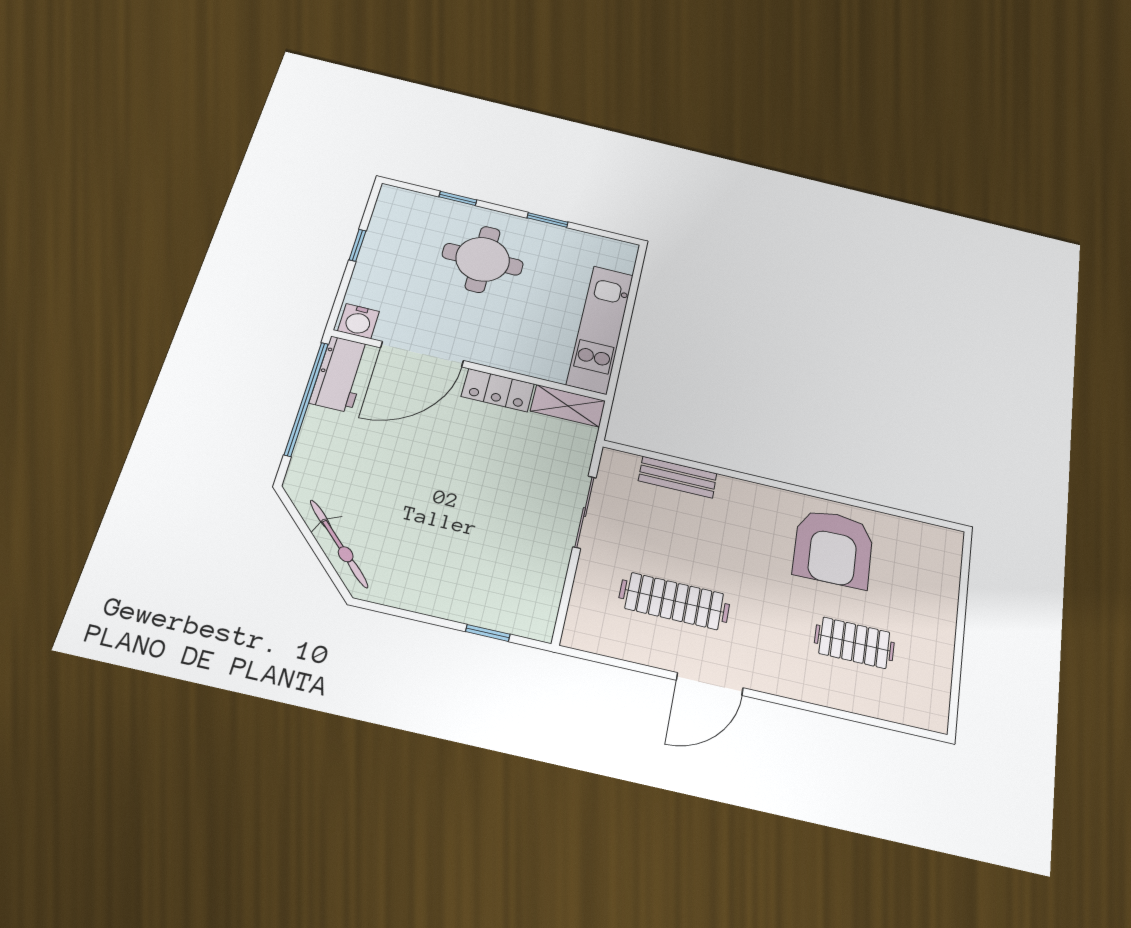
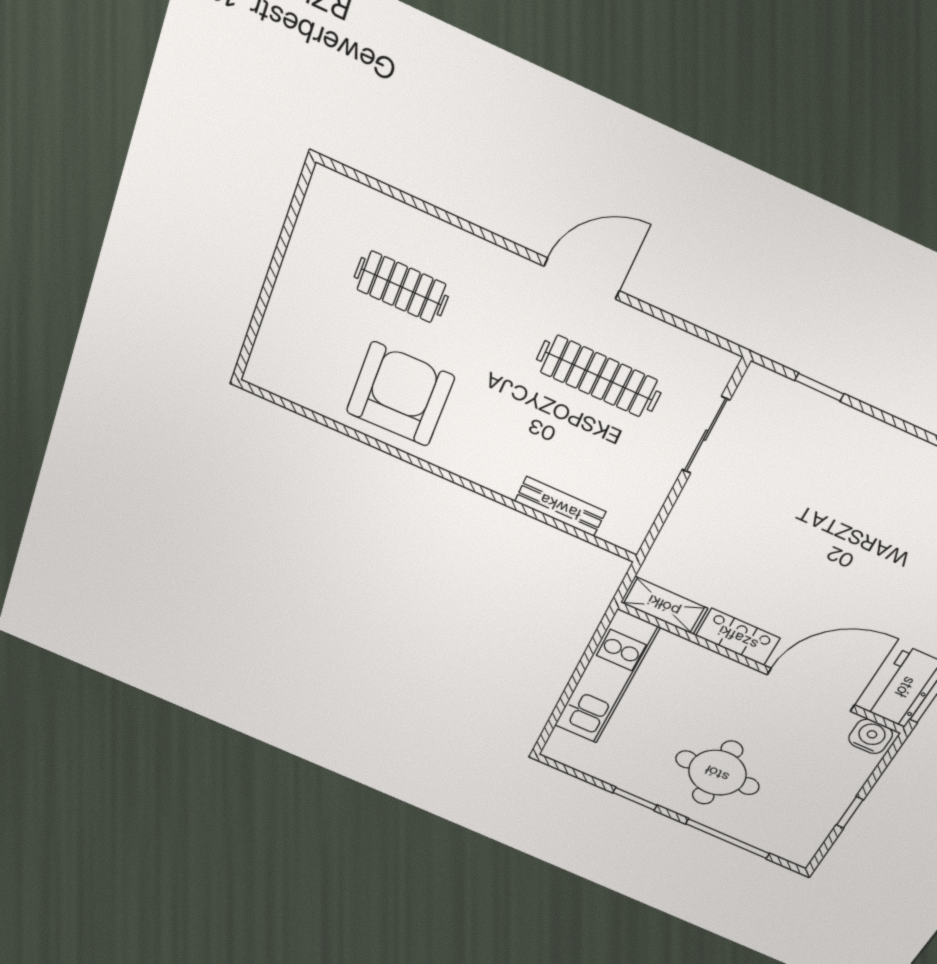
window: (458, 198) -> (728, 839), width x2.17
sliding door: (584, 512) -> (706, 435), moved

